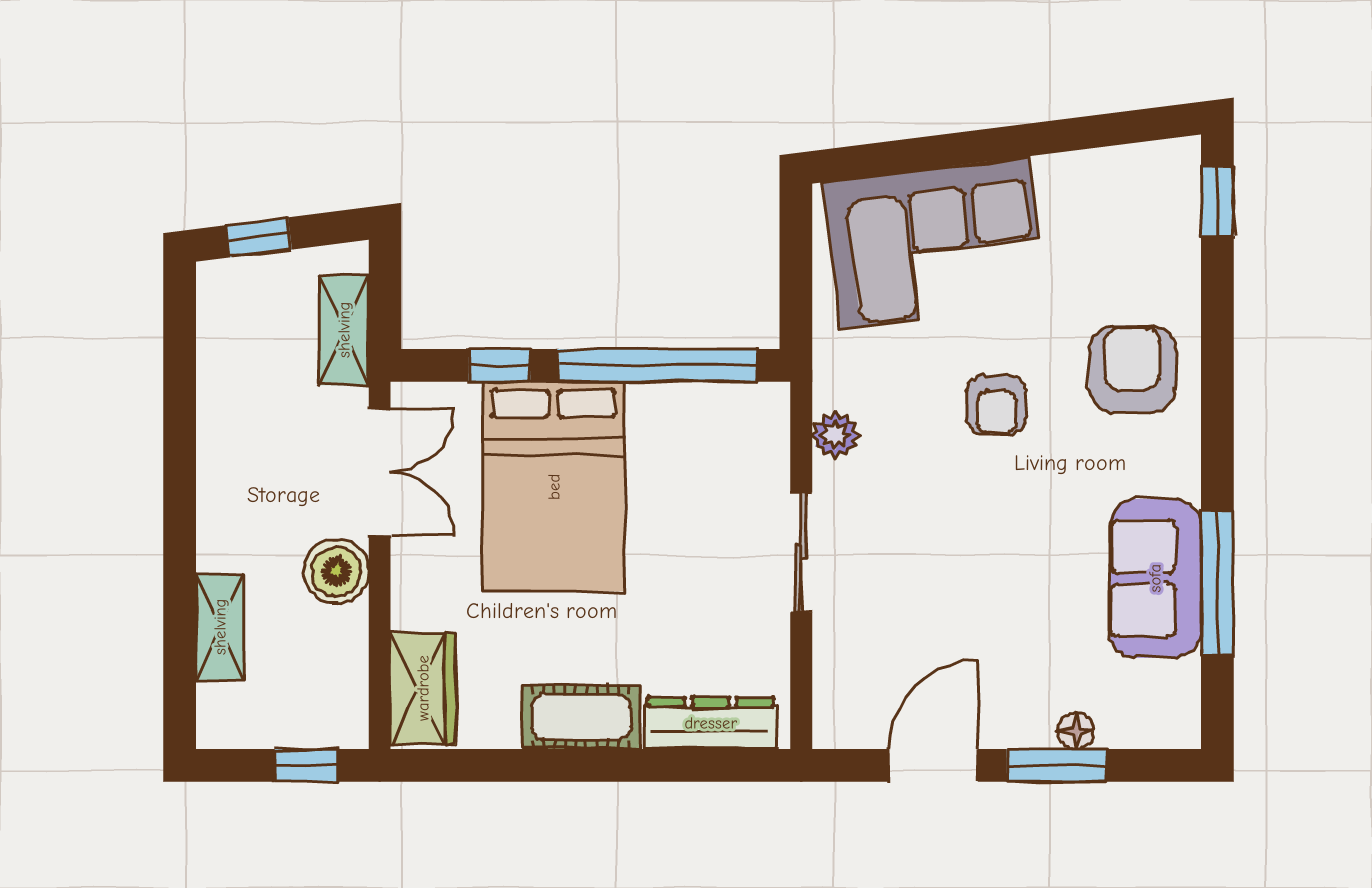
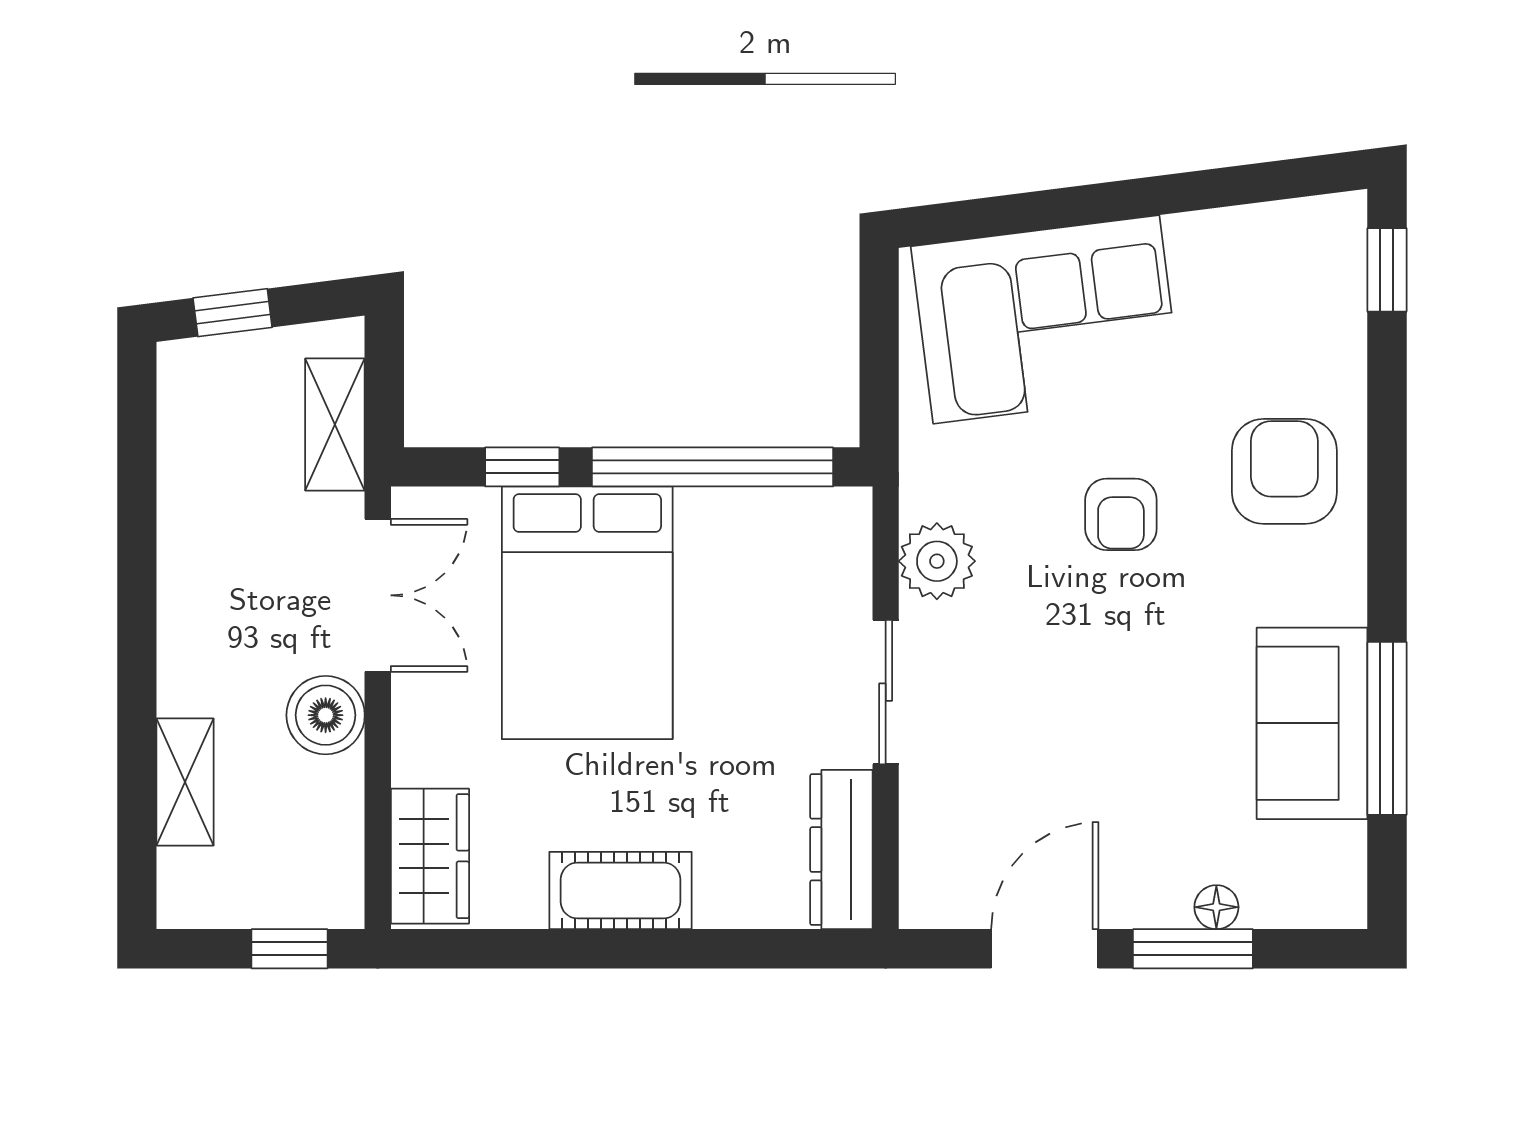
plant: (835, 435) -> (937, 561), width x1.38, depth x1.38
dresser: (711, 723) -> (841, 850), moved, turned -90

